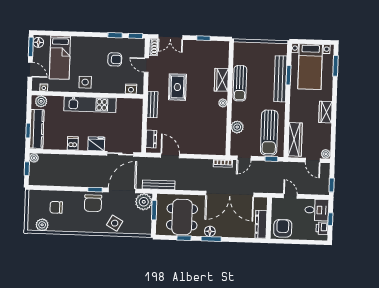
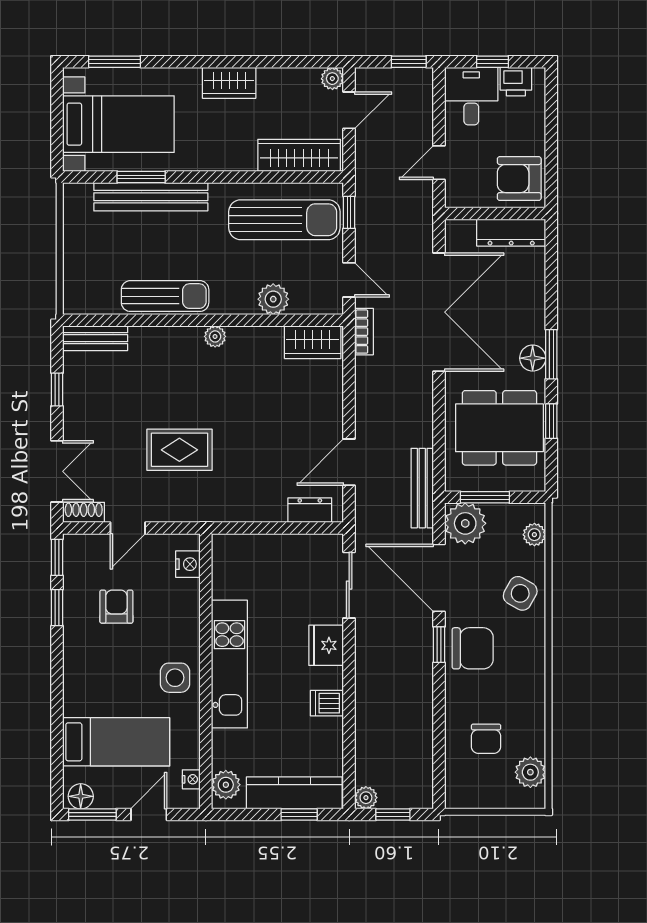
wardrobe: (221, 80) -> (313, 342), moved
bench: (152, 105) -> (95, 338), moved
plant: (138, 230) -> (534, 535), added

